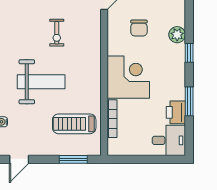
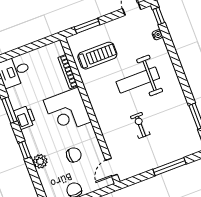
chair: (139, 28) -> (74, 155), turned 90
printer: (176, 112) -> (25, 117), moved

